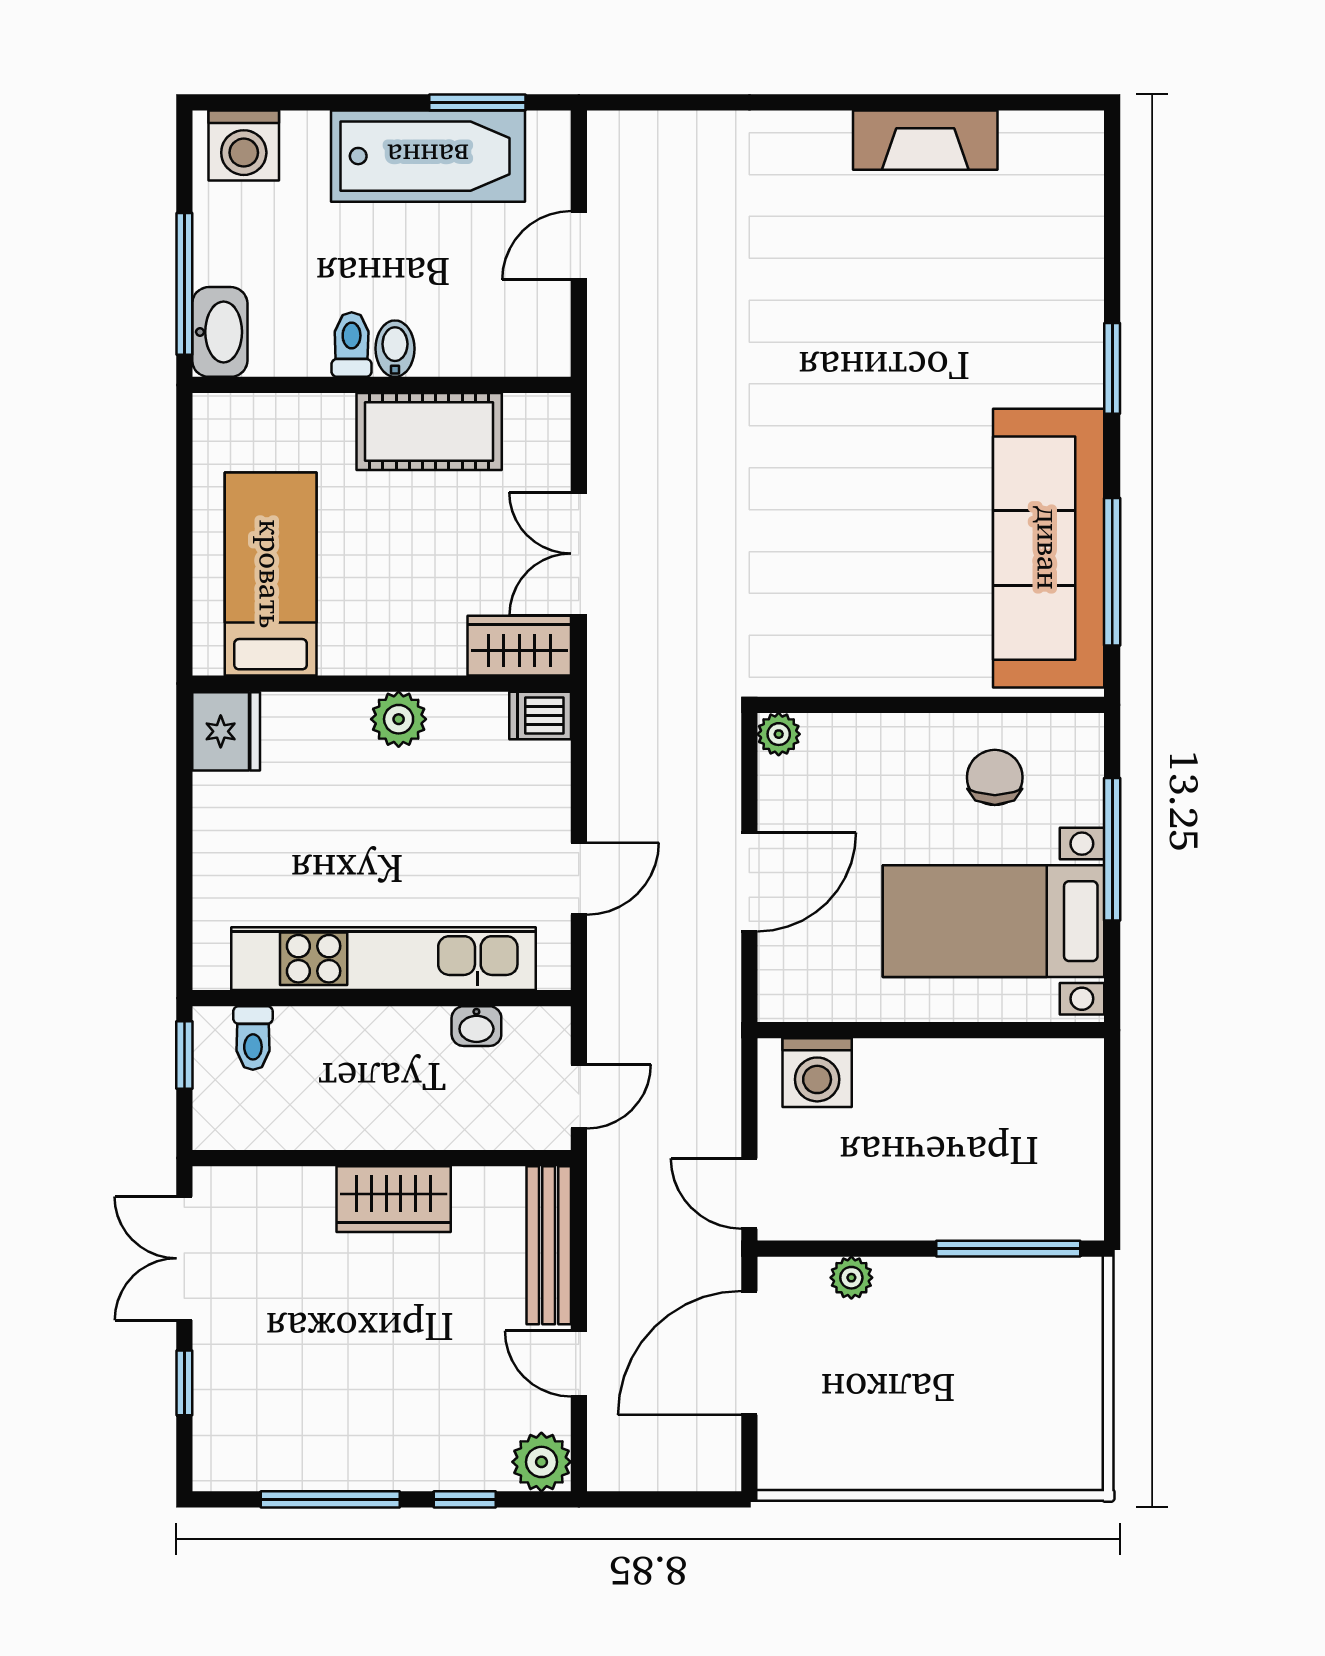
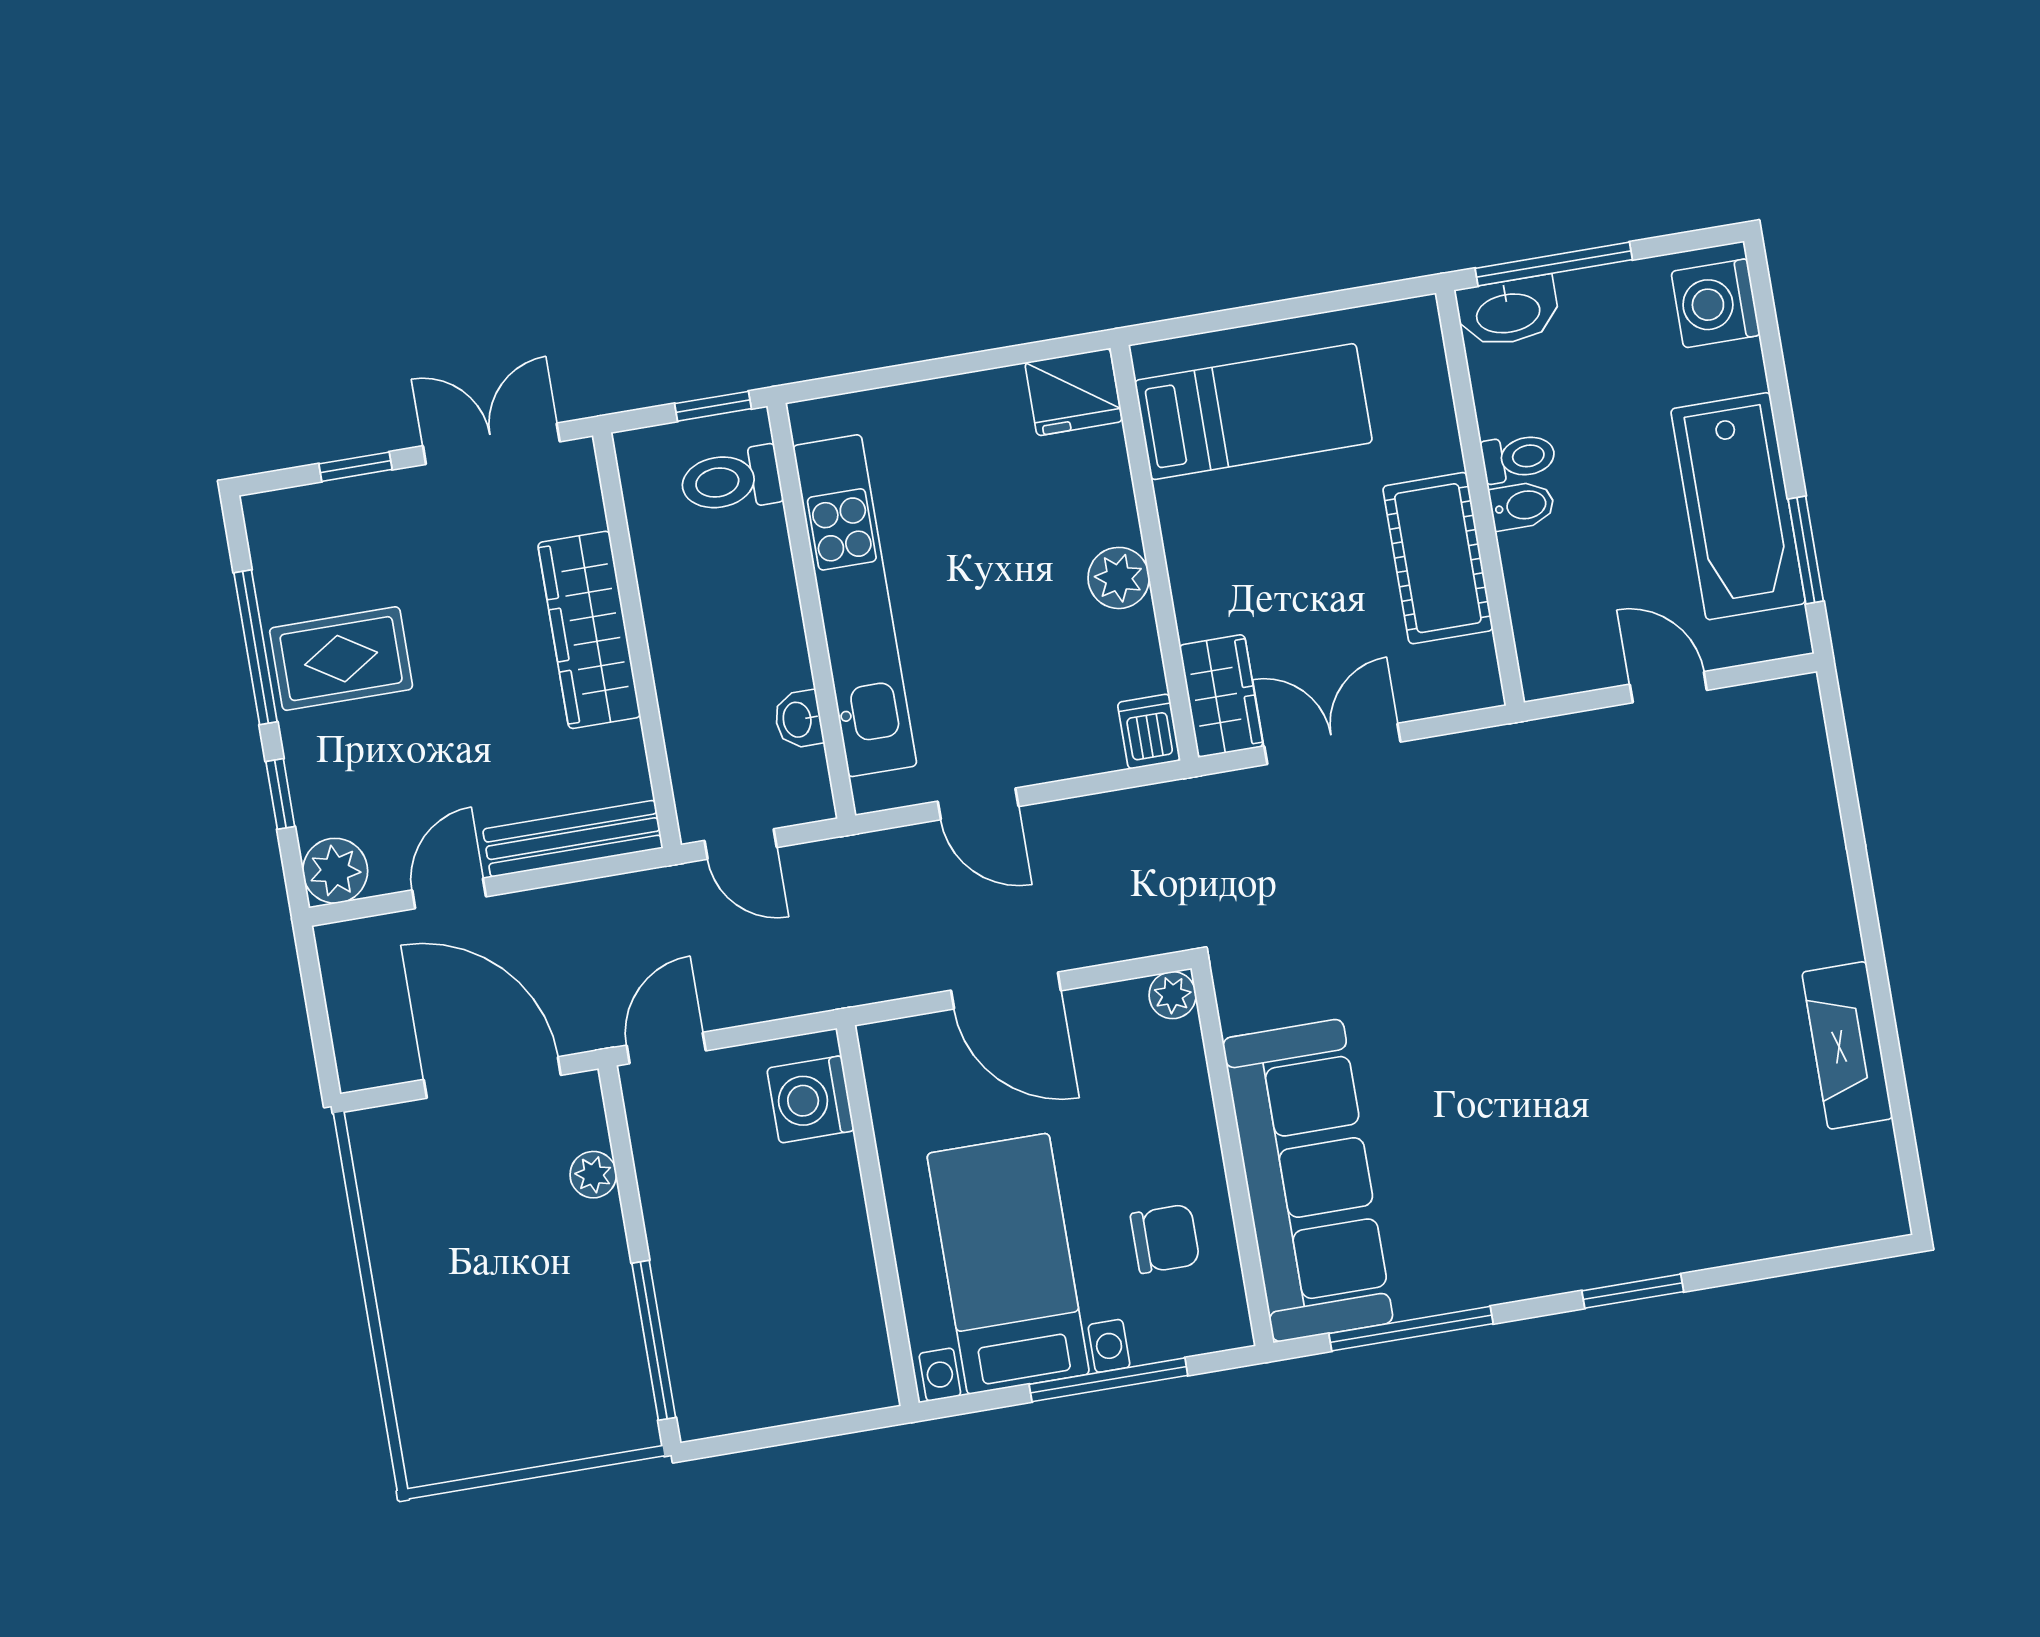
sofa: (1049, 548) -> (1308, 1181), moved, turned 90
toilet: (253, 1038) -> (731, 480), width x1.37, depth x1.39
wardrobe: (394, 1199) -> (589, 630), width x1.50
rug: (353, 1425) -> (341, 659), added

